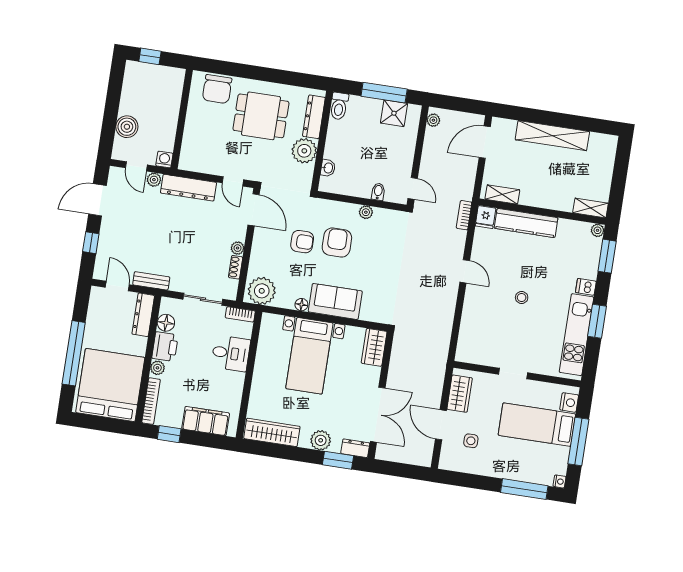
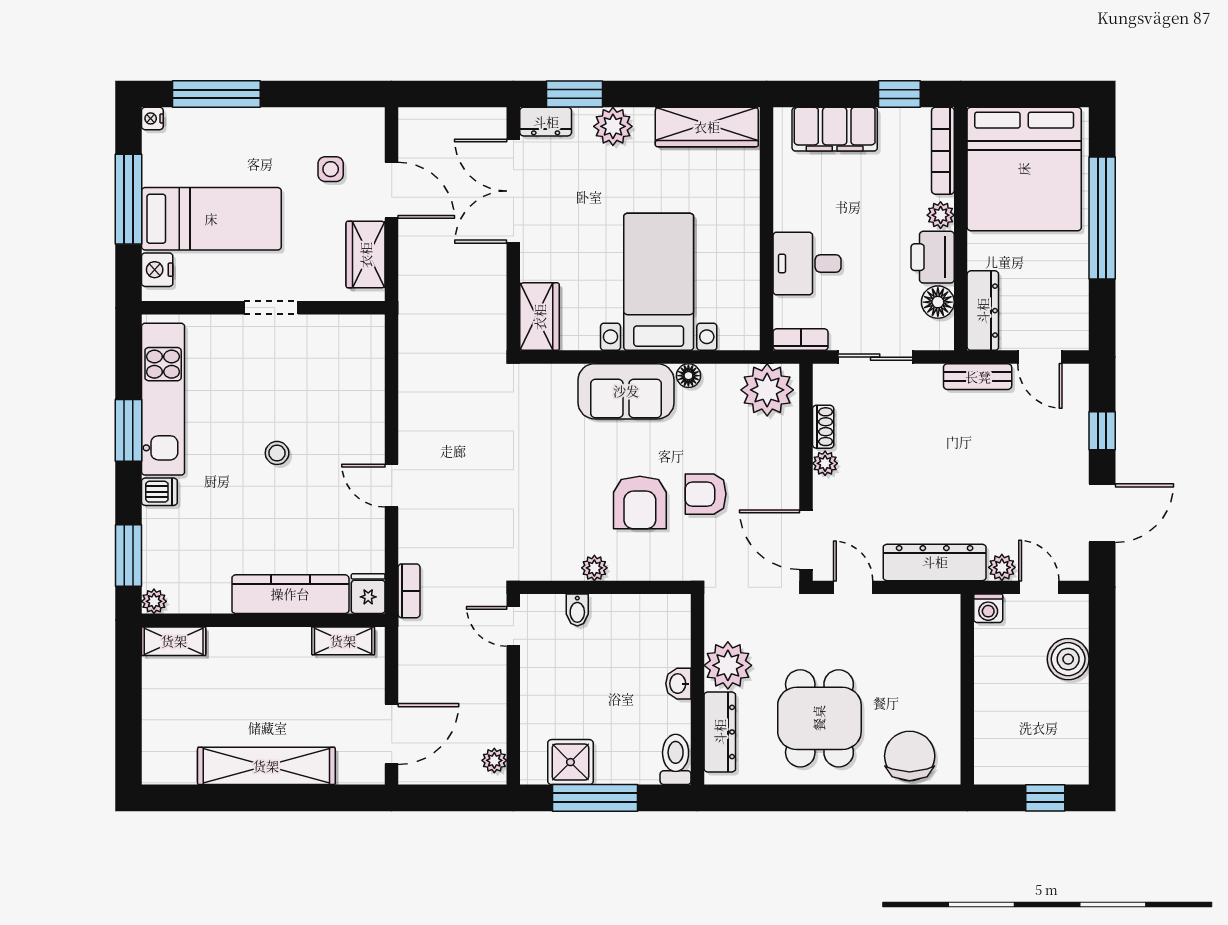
dining table: (261, 116) -> (819, 718), turned 90
washbasin: (328, 168) -> (678, 684), moved

